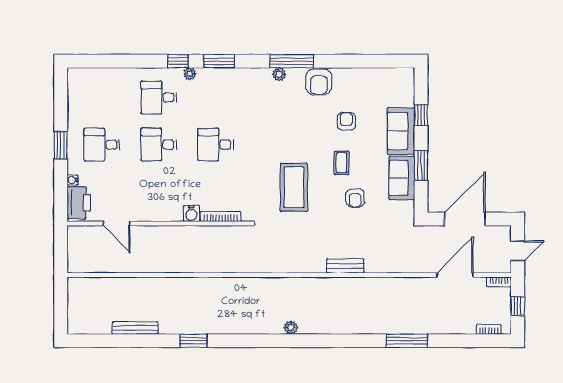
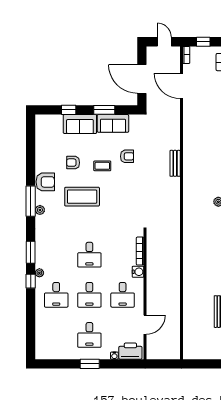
coffee table: (294, 187) -> (82, 197), moved
desk: (159, 192) -> (123, 295), added

